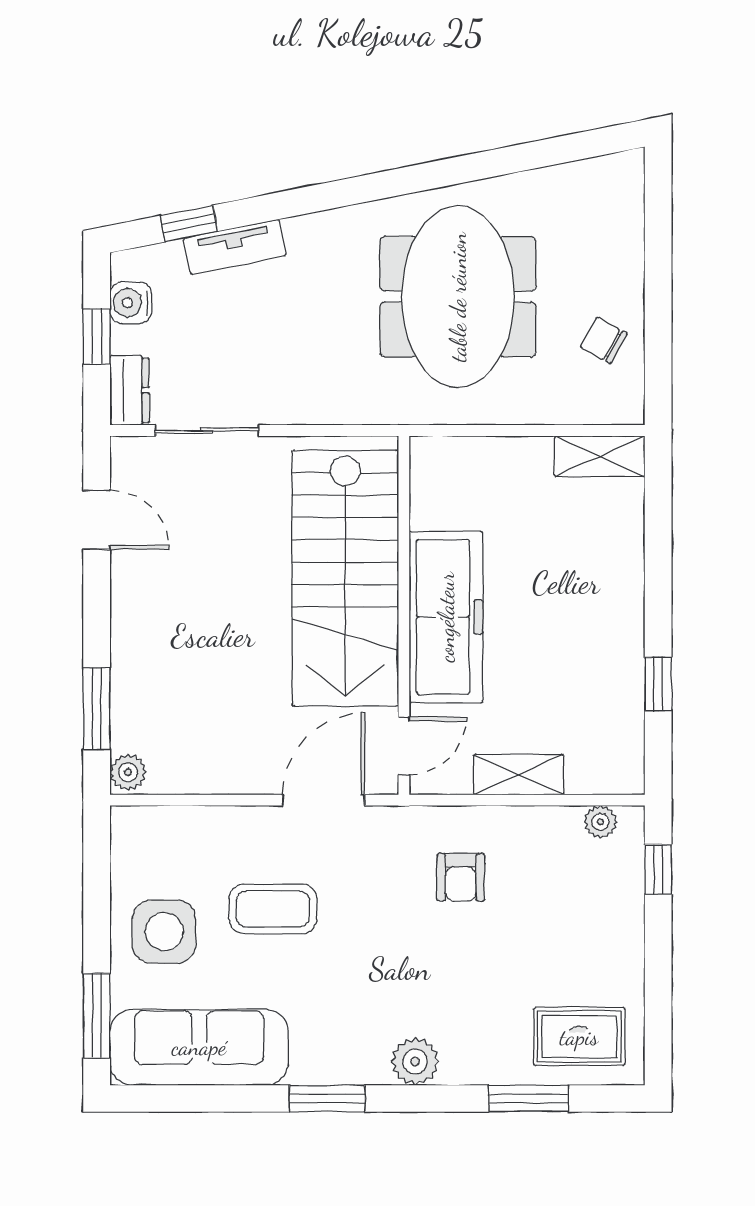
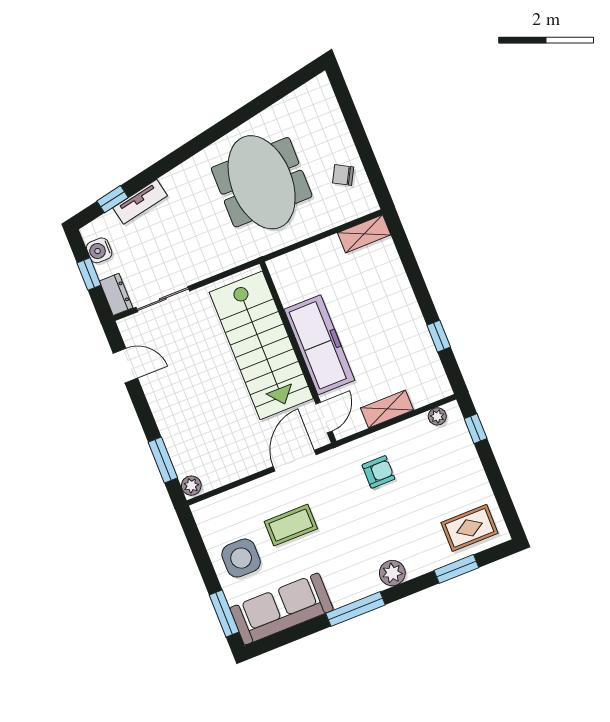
armchair: (461, 877) -> (378, 472), turned -90
window: (327, 1098) -> (356, 609), width x1.44

